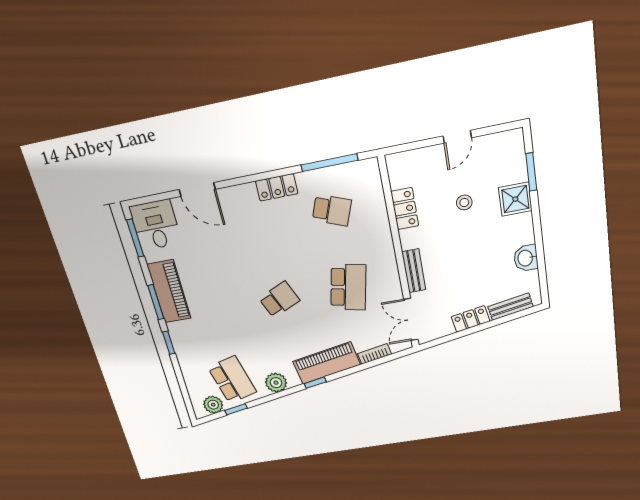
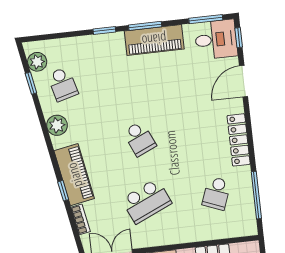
locker: (277, 187) -> (239, 140), width x1.53
window: (149, 199) -> (239, 38), added
school desk: (348, 287) -> (147, 201), turned -36
school desk: (232, 380) -> (63, 84), width x0.54
window: (315, 383) -> (63, 191), moved

